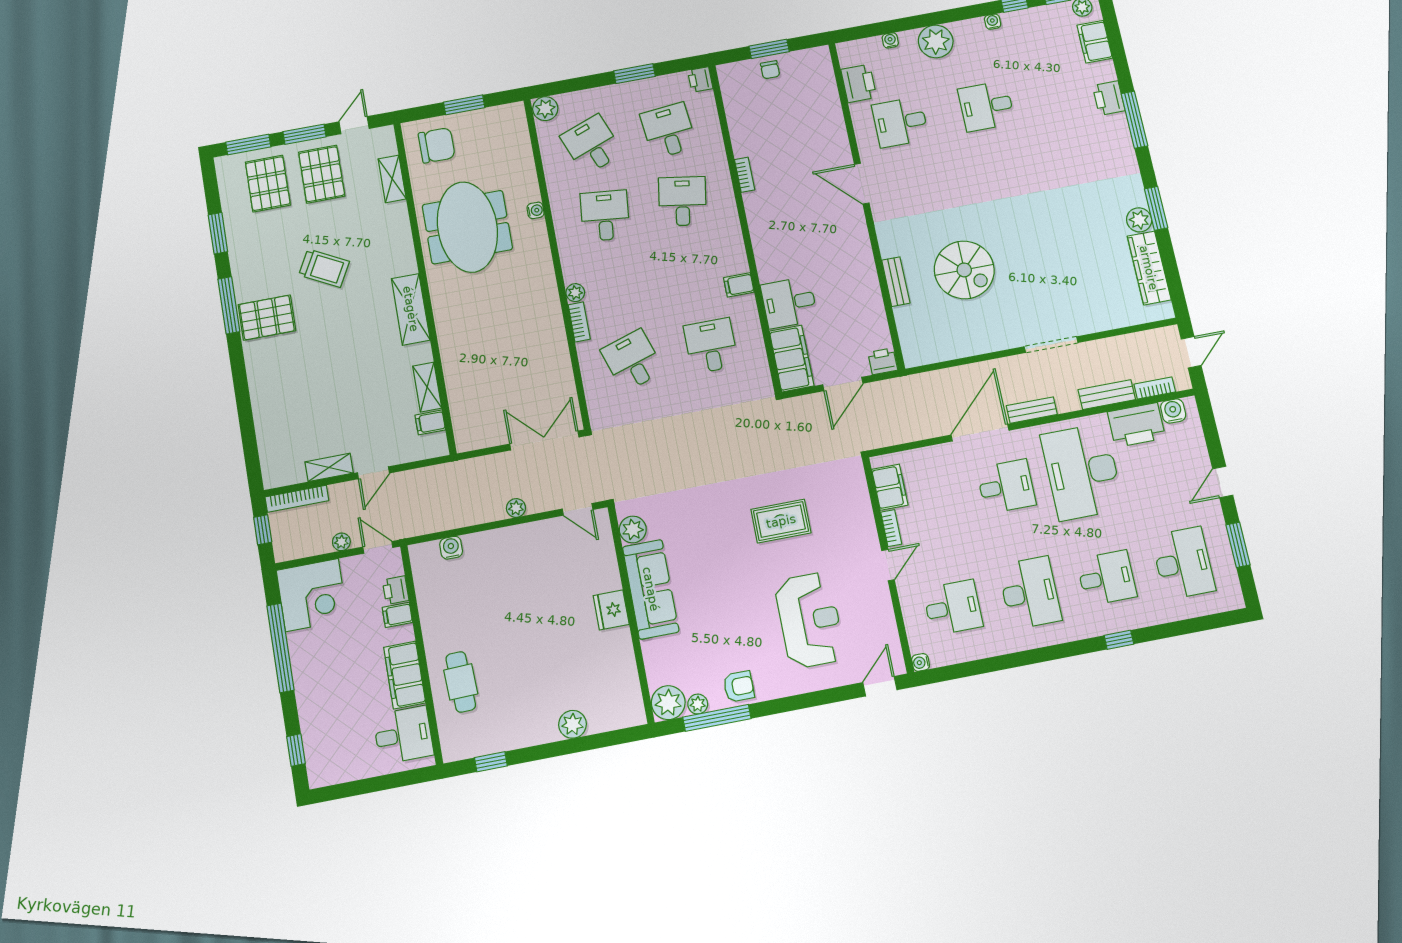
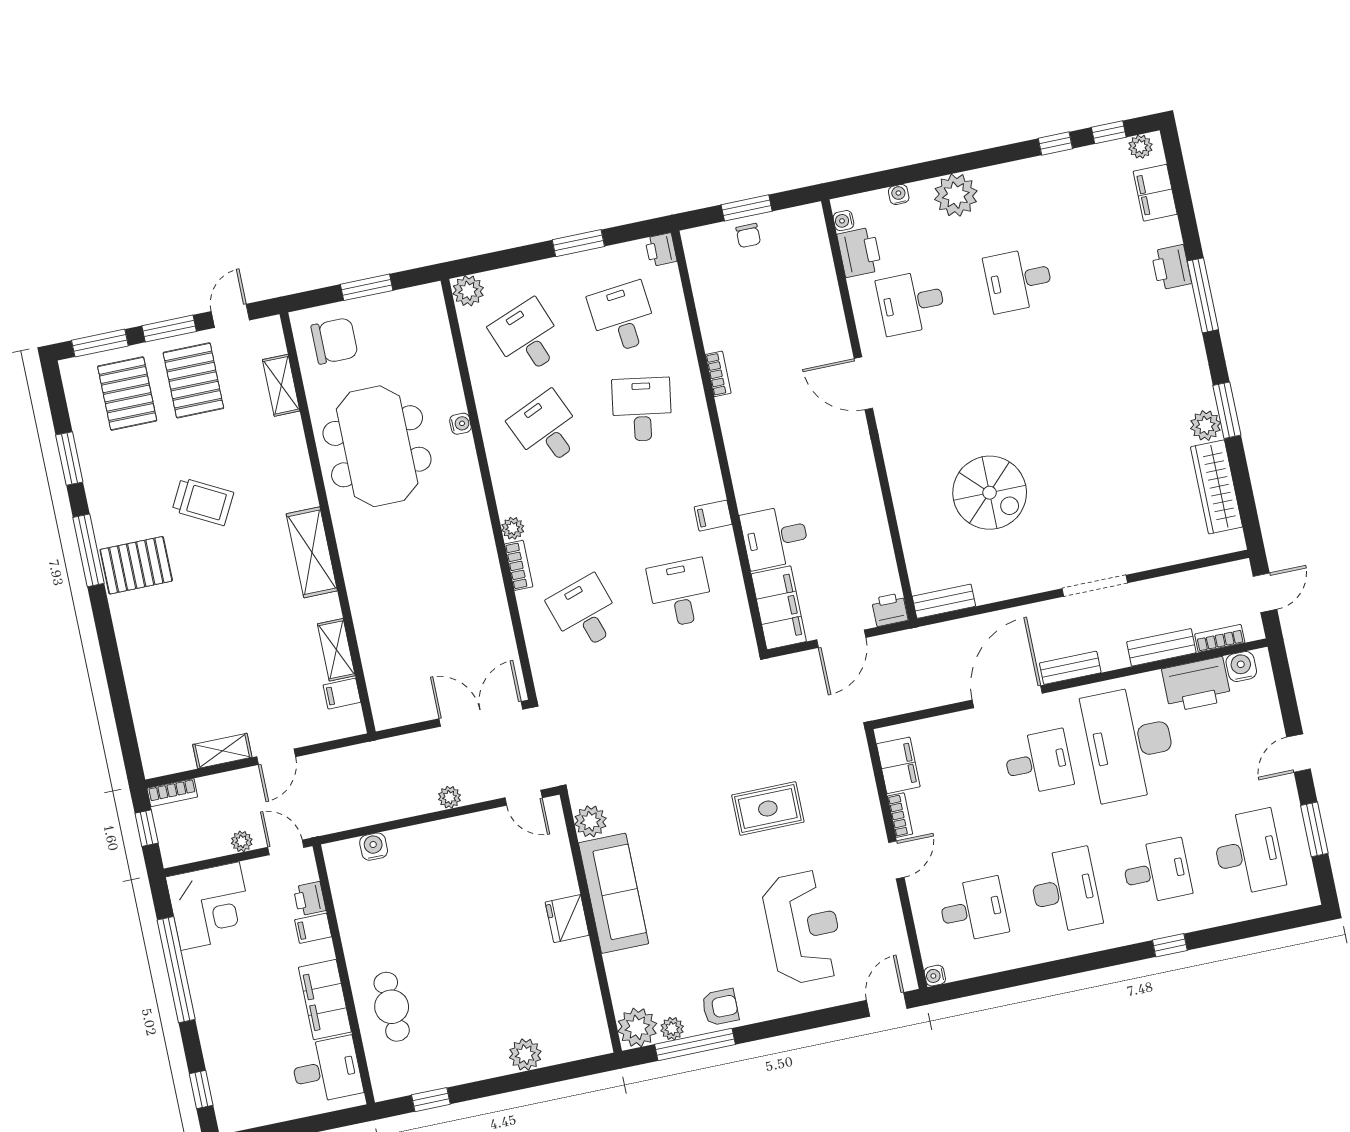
water cooler: (993, 22) -> (843, 221), moved, turned -90
desk: (605, 216) -> (547, 429), turned -30
bench: (896, 282) -> (944, 601), moved, turned 90
bookcase: (297, 499) -> (172, 793), width x0.64

